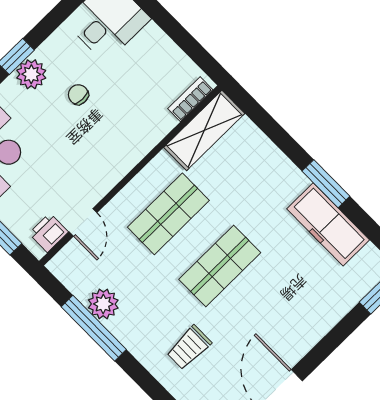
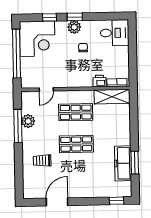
window: (326, 184) -> (135, 163), moved
printer: (49, 233) -> (100, 81), moved

